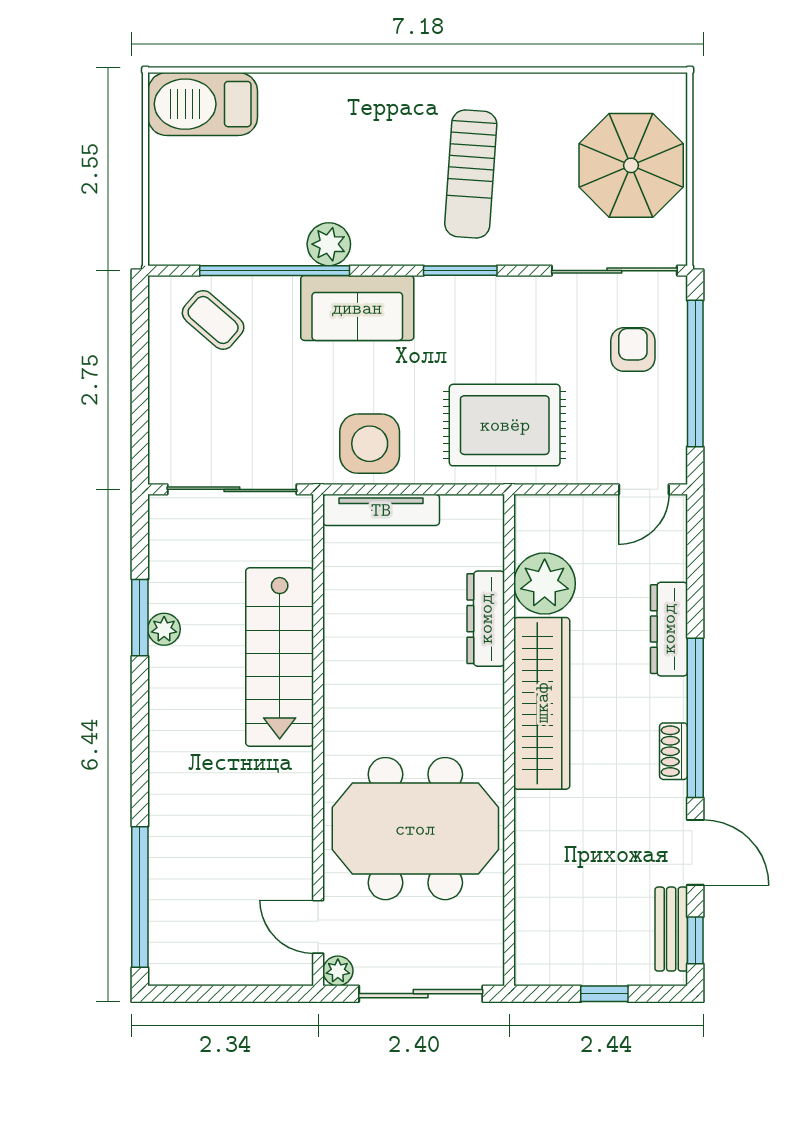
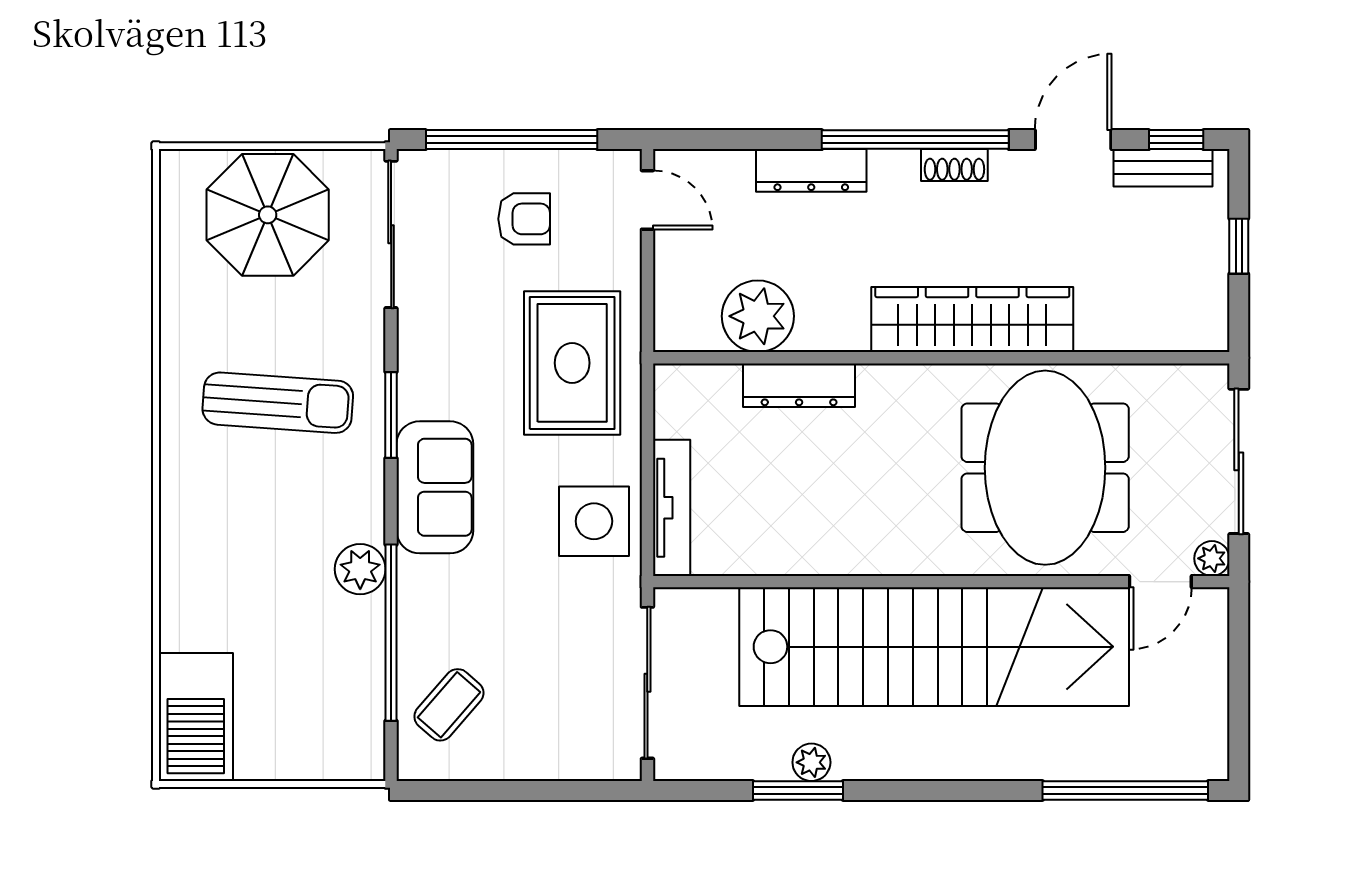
sofa: (357, 308) -> (435, 487), moved
armchair: (633, 349) -> (524, 219), moved, turned 180
stairs: (280, 657) -> (934, 647), width x1.86, depth x1.51
wardrobe: (542, 703) -> (972, 320), moved

